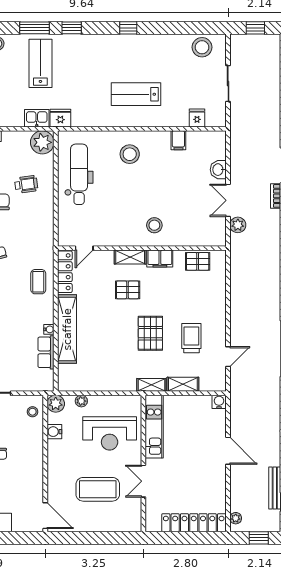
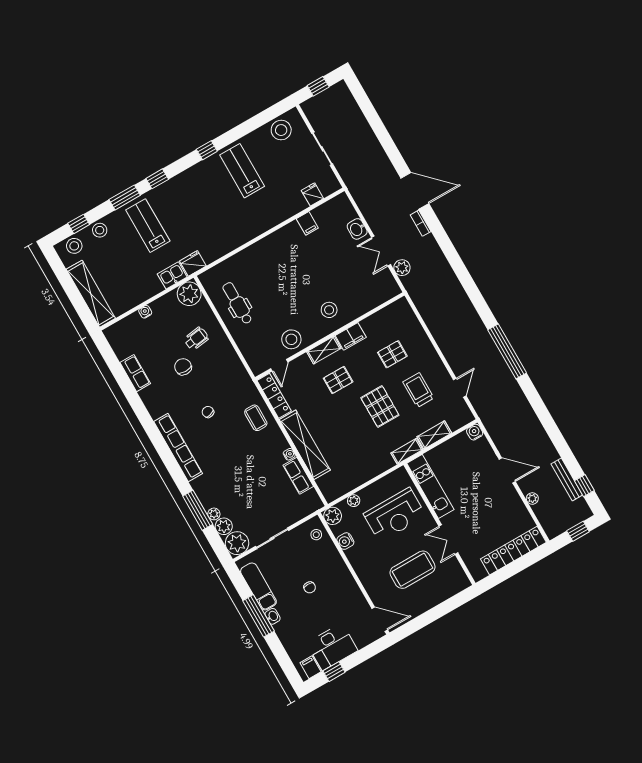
lab bench: (136, 94) -> (242, 171), moved, turned 90
stool: (130, 154) -> (291, 339), moved
dental chair: (79, 174) -> (237, 303), width x0.73, depth x0.72
pallet: (198, 261) -> (392, 354), moved
plant: (236, 518) -> (532, 499), moved

